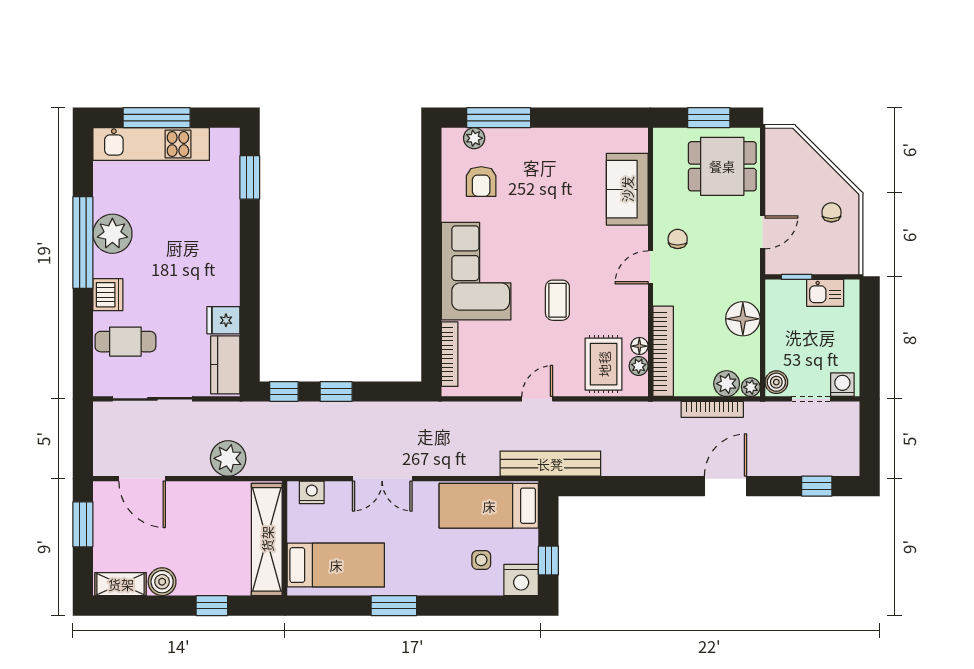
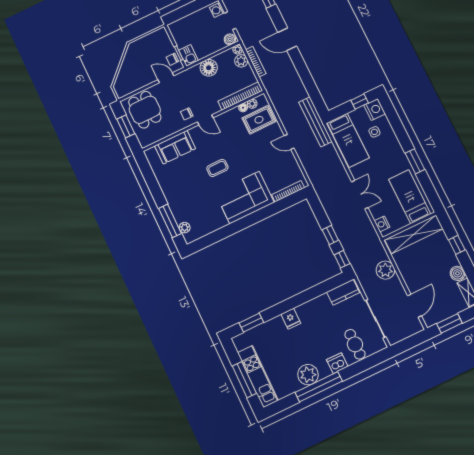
armchair: (481, 182) -> (203, 215), removed
chair: (831, 212) -> (172, 59), moved
kitchen sink: (825, 293) -> (189, 55), moved
coffee table: (557, 300) -> (217, 168), moved
fridge: (223, 320) -> (291, 319), moved

